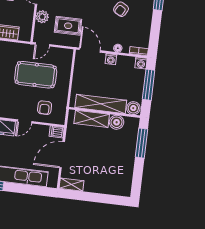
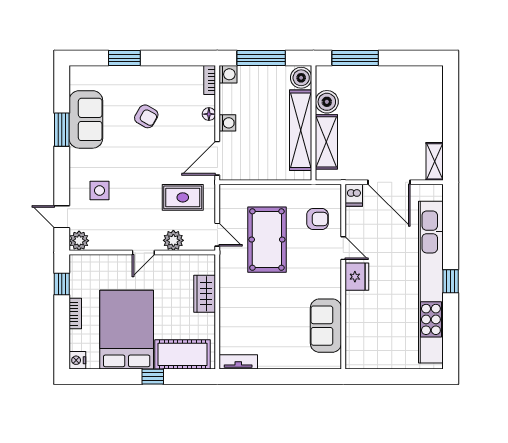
rug: (68, 26) -> (183, 197), turned 90

